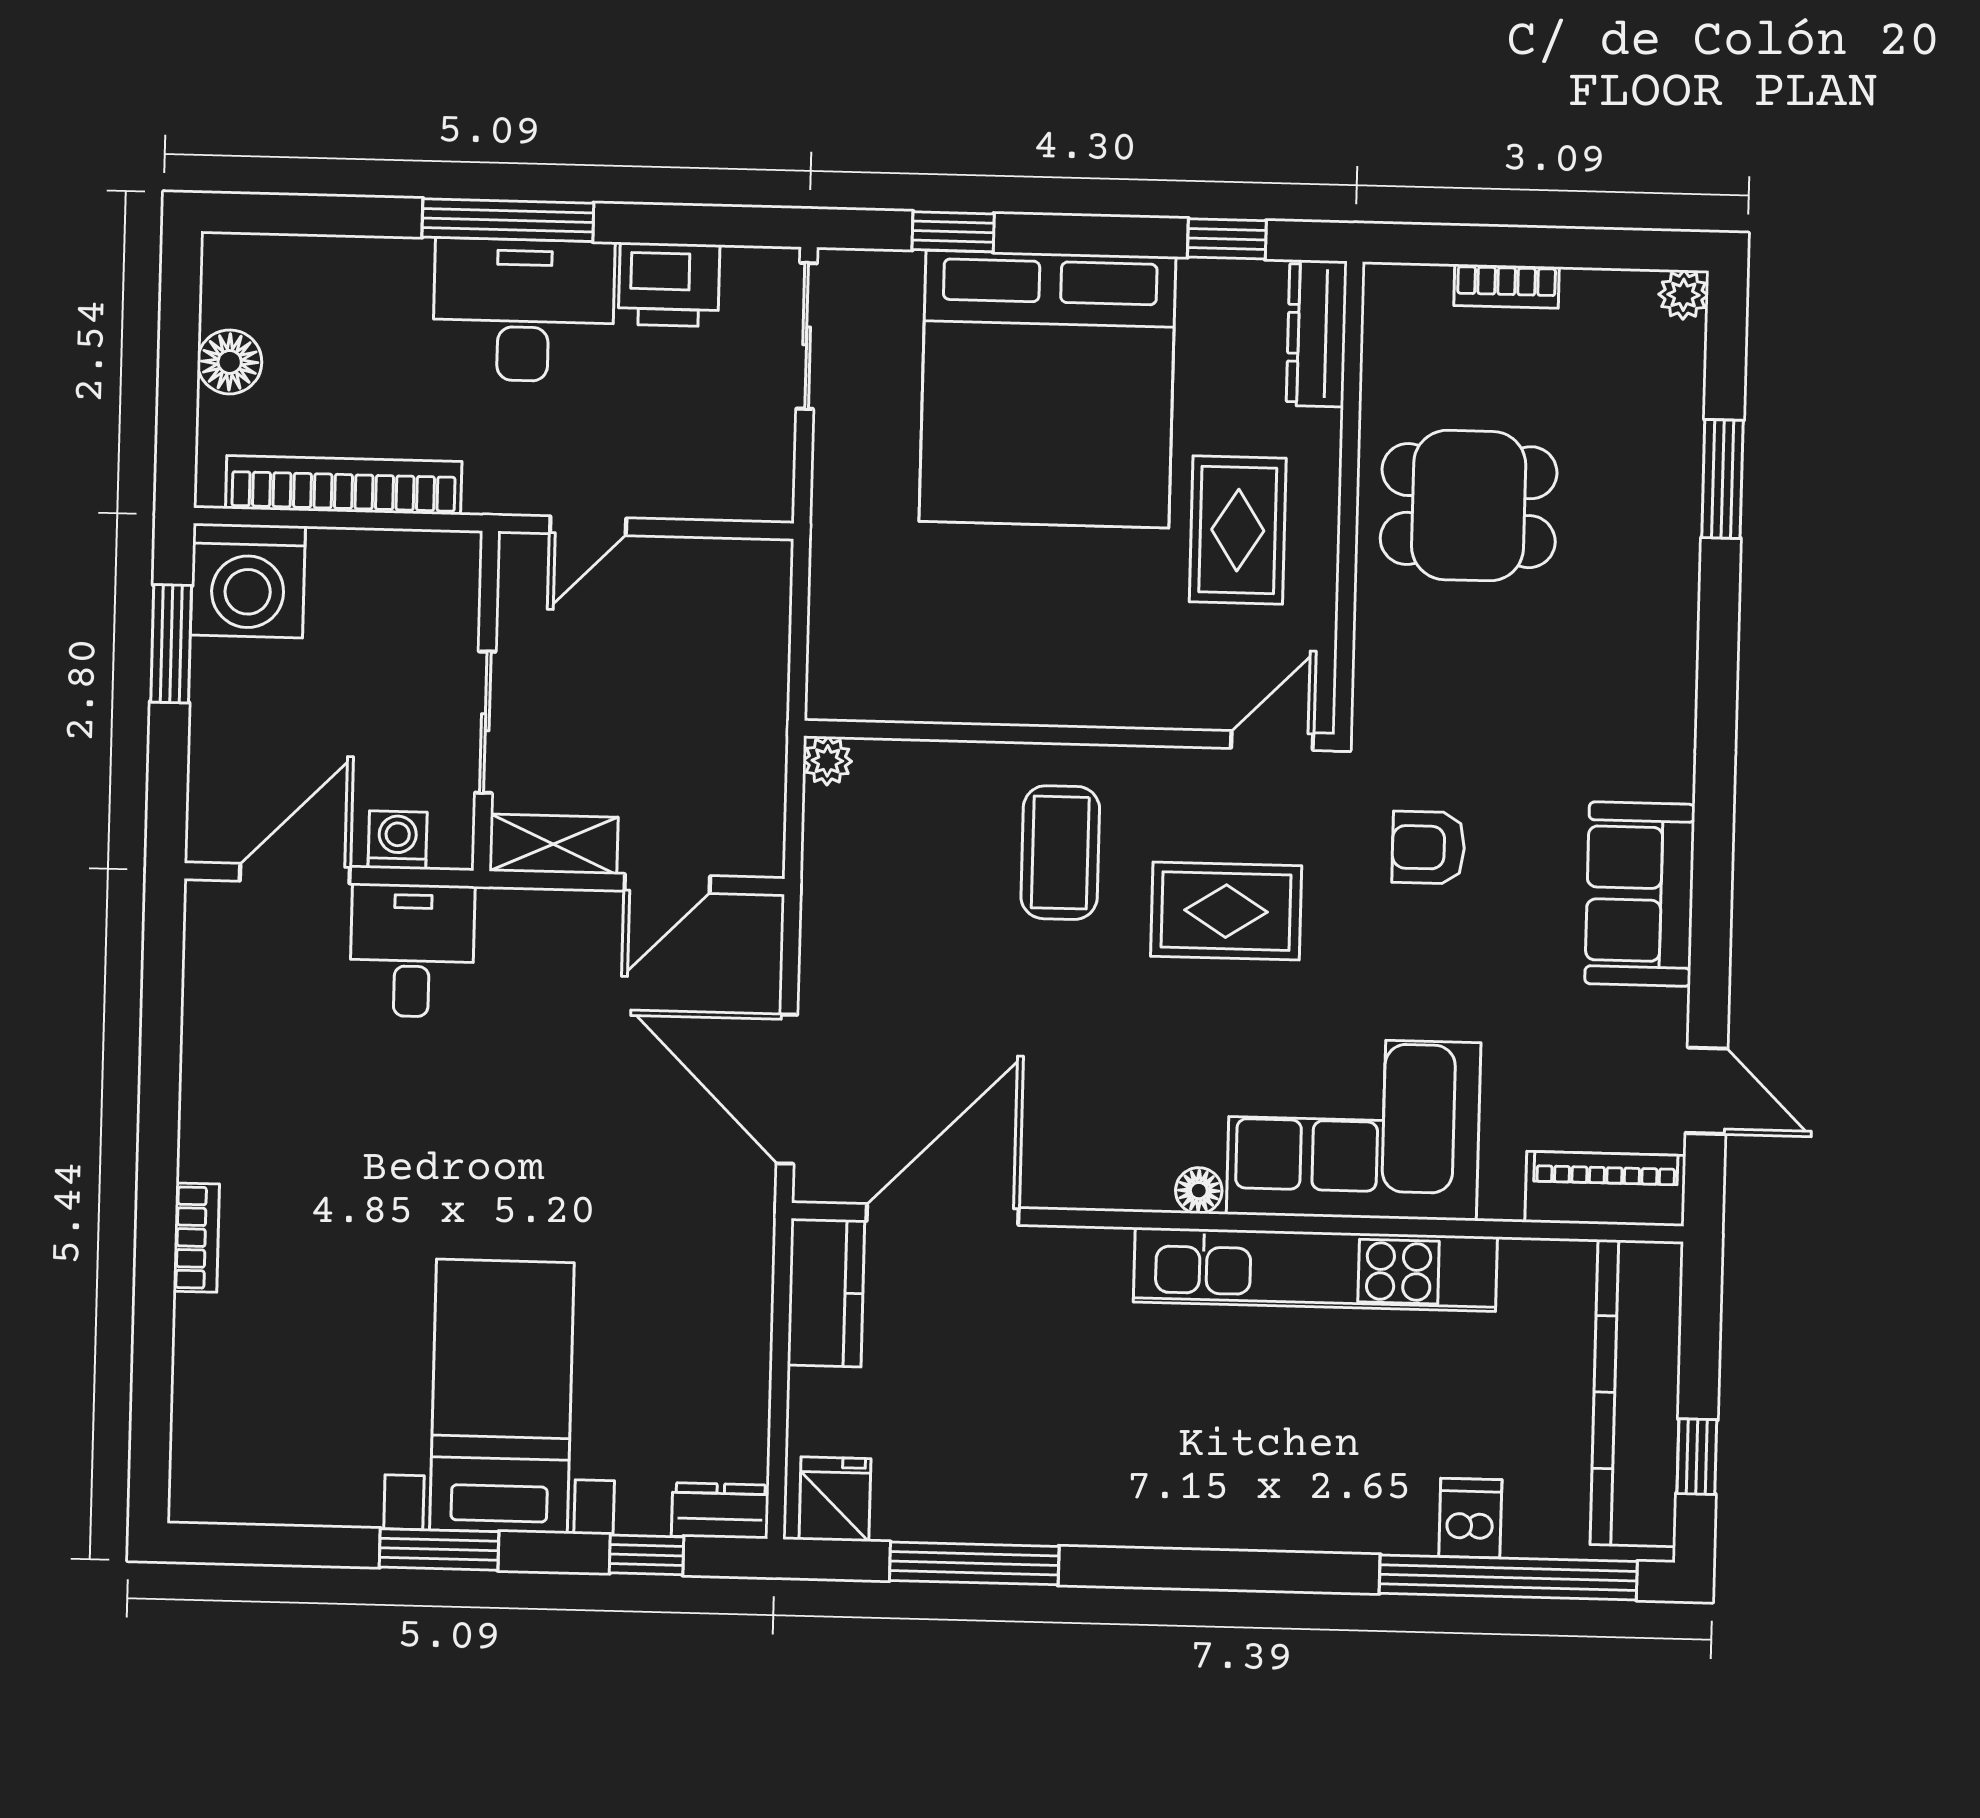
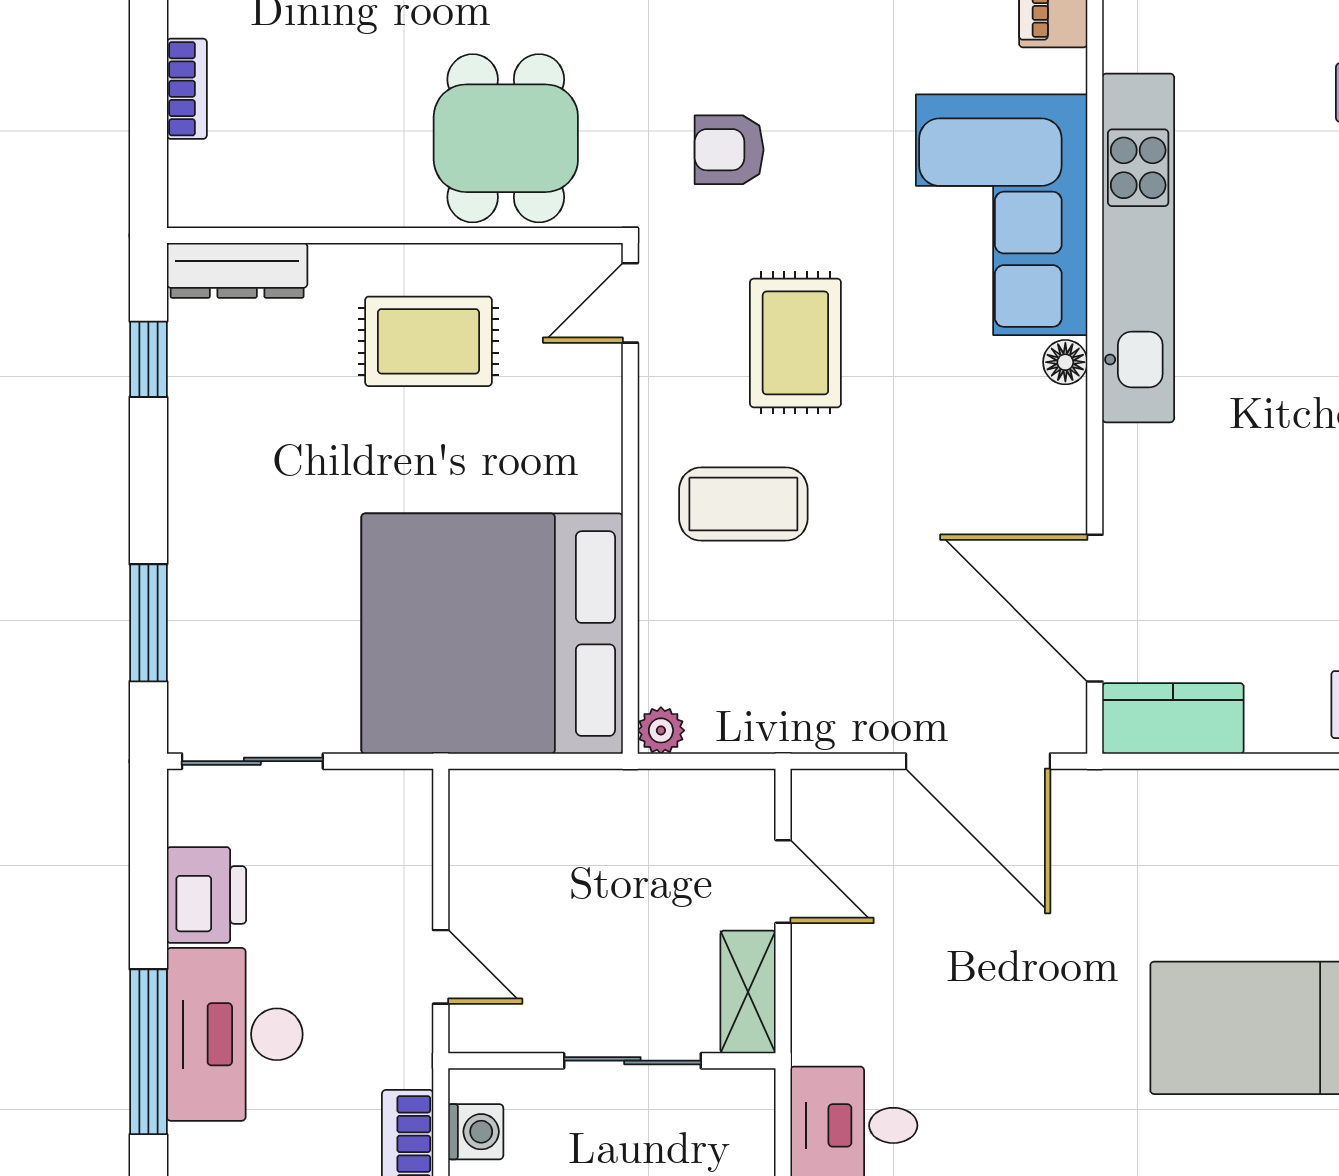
window: (953, 232) -> (148, 623), width x1.50
bed: (1047, 389) -> (492, 634), moved, turned 180
dining table: (1469, 506) -> (506, 138), moved
door: (1272, 741) -> (630, 303), hinge flipped
washing machine: (398, 840) -> (476, 1132), moved, turned 180
armchair: (1428, 847) -> (729, 150), turned 90
door: (787, 1089) -> (978, 761), hinge flipped

